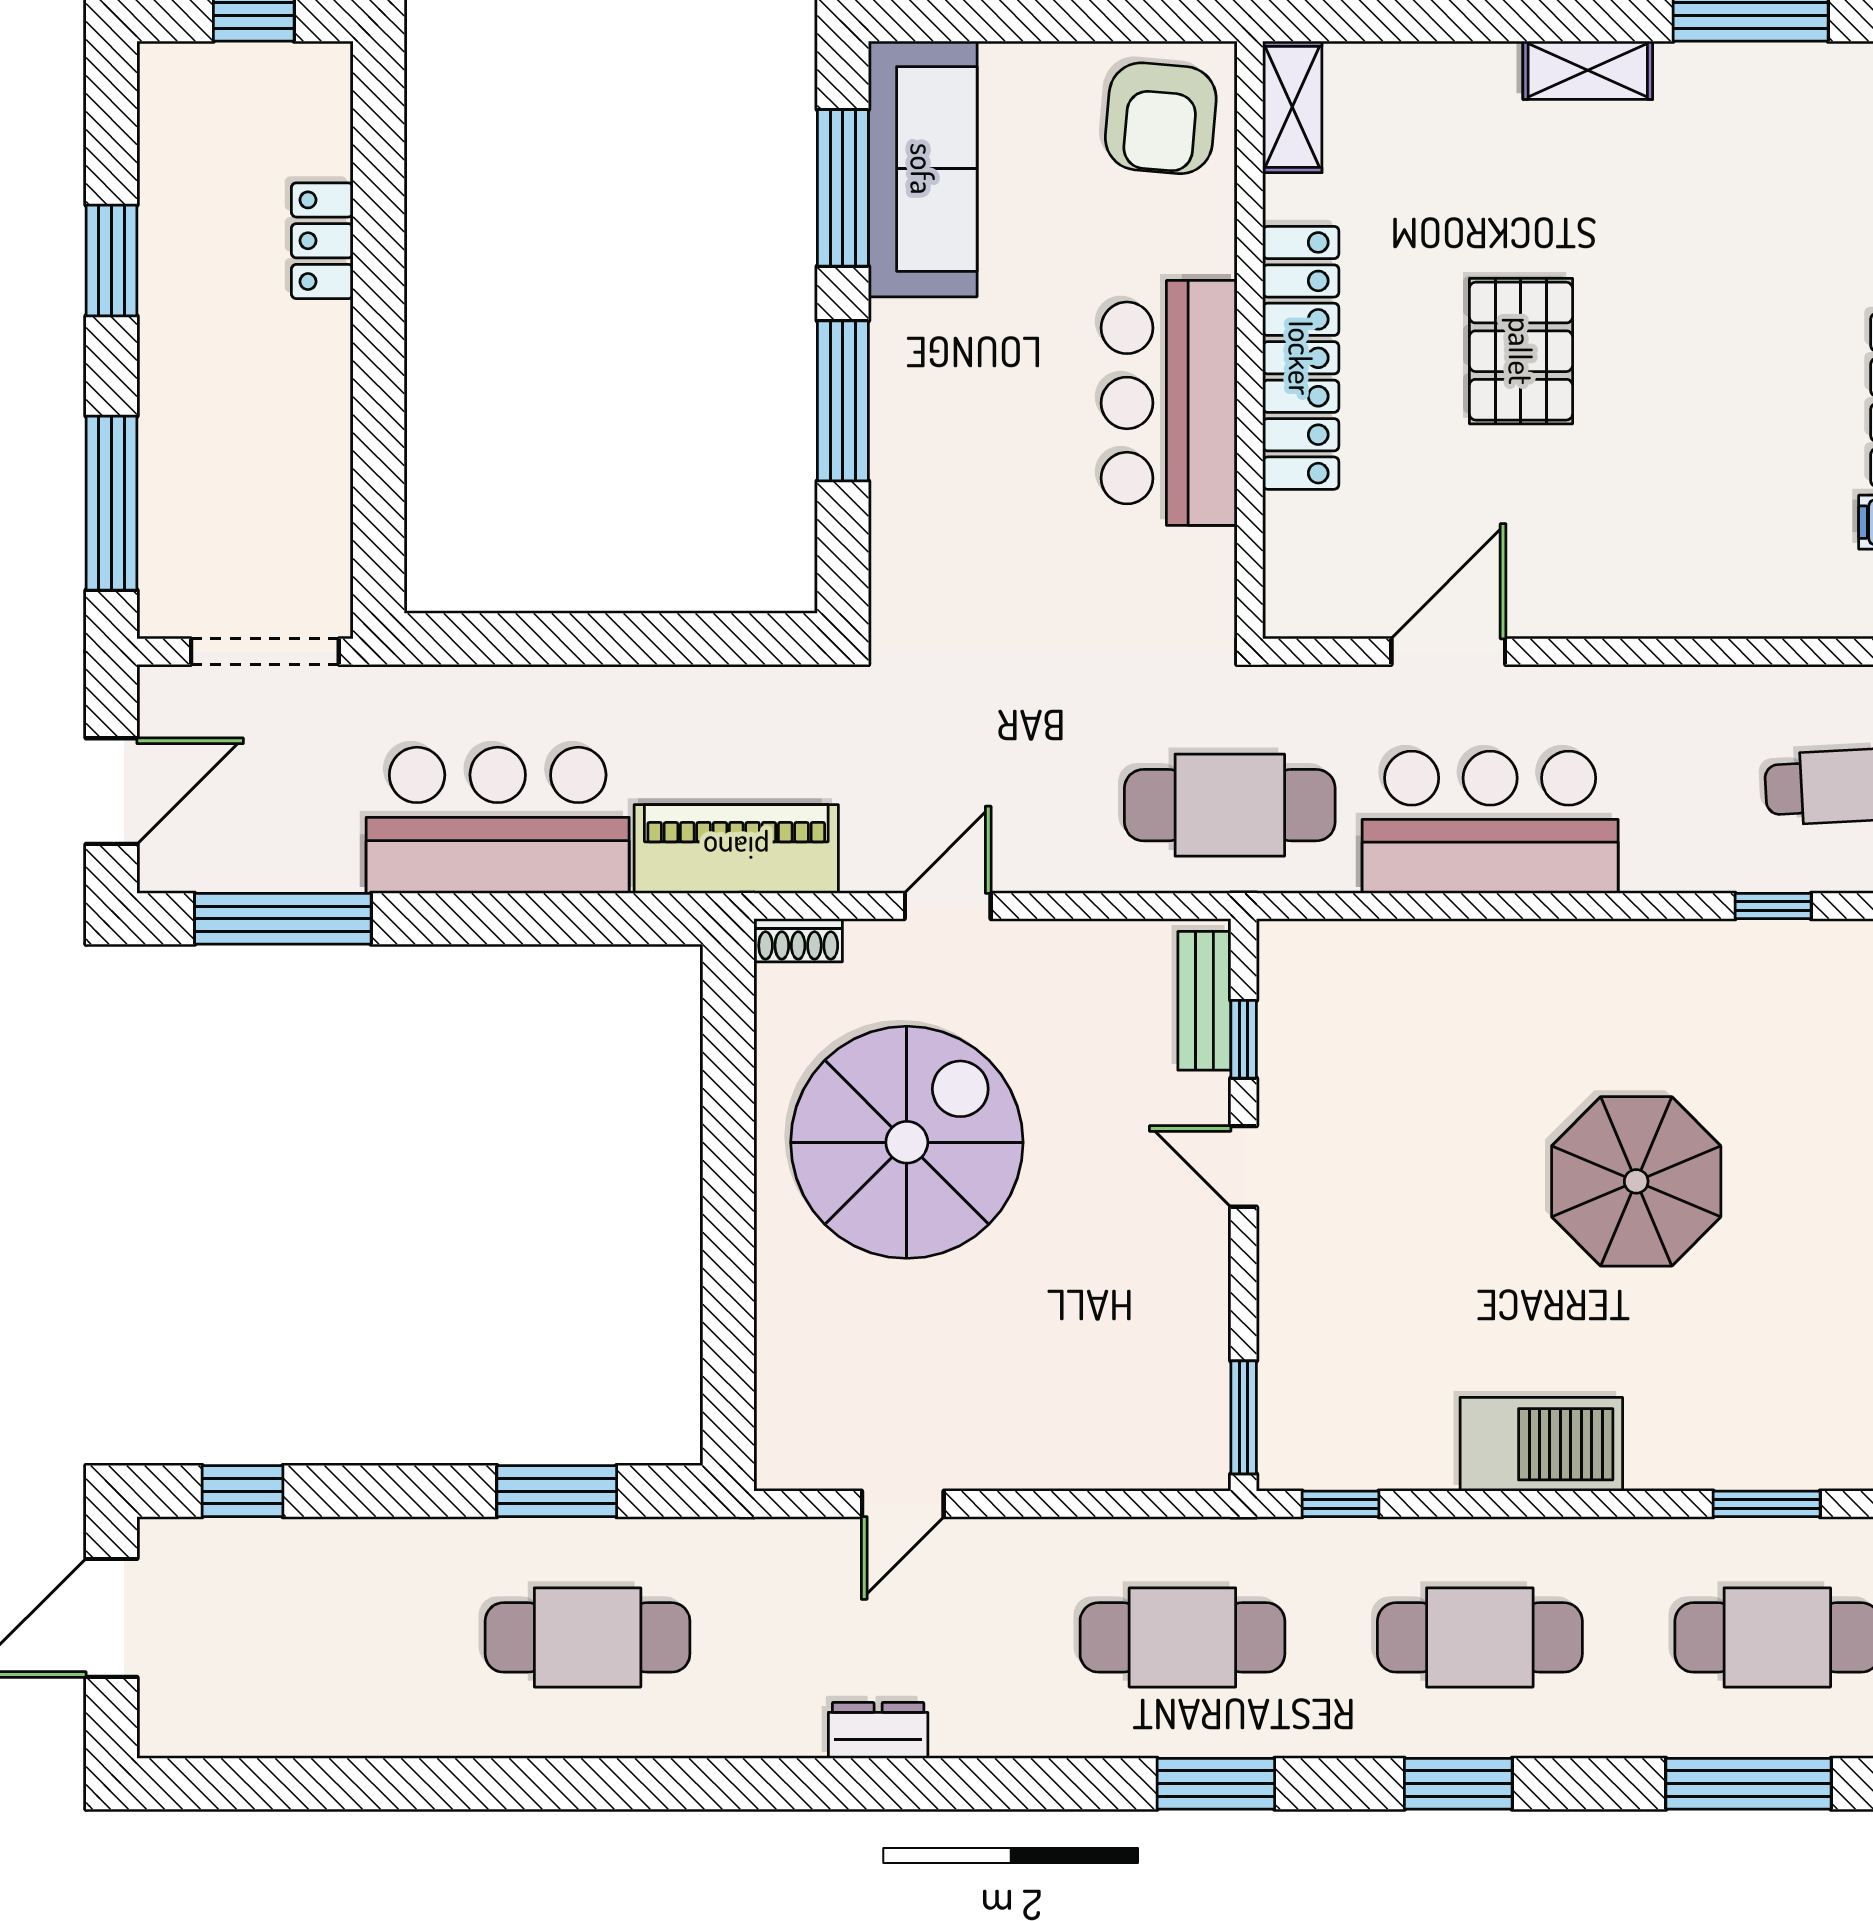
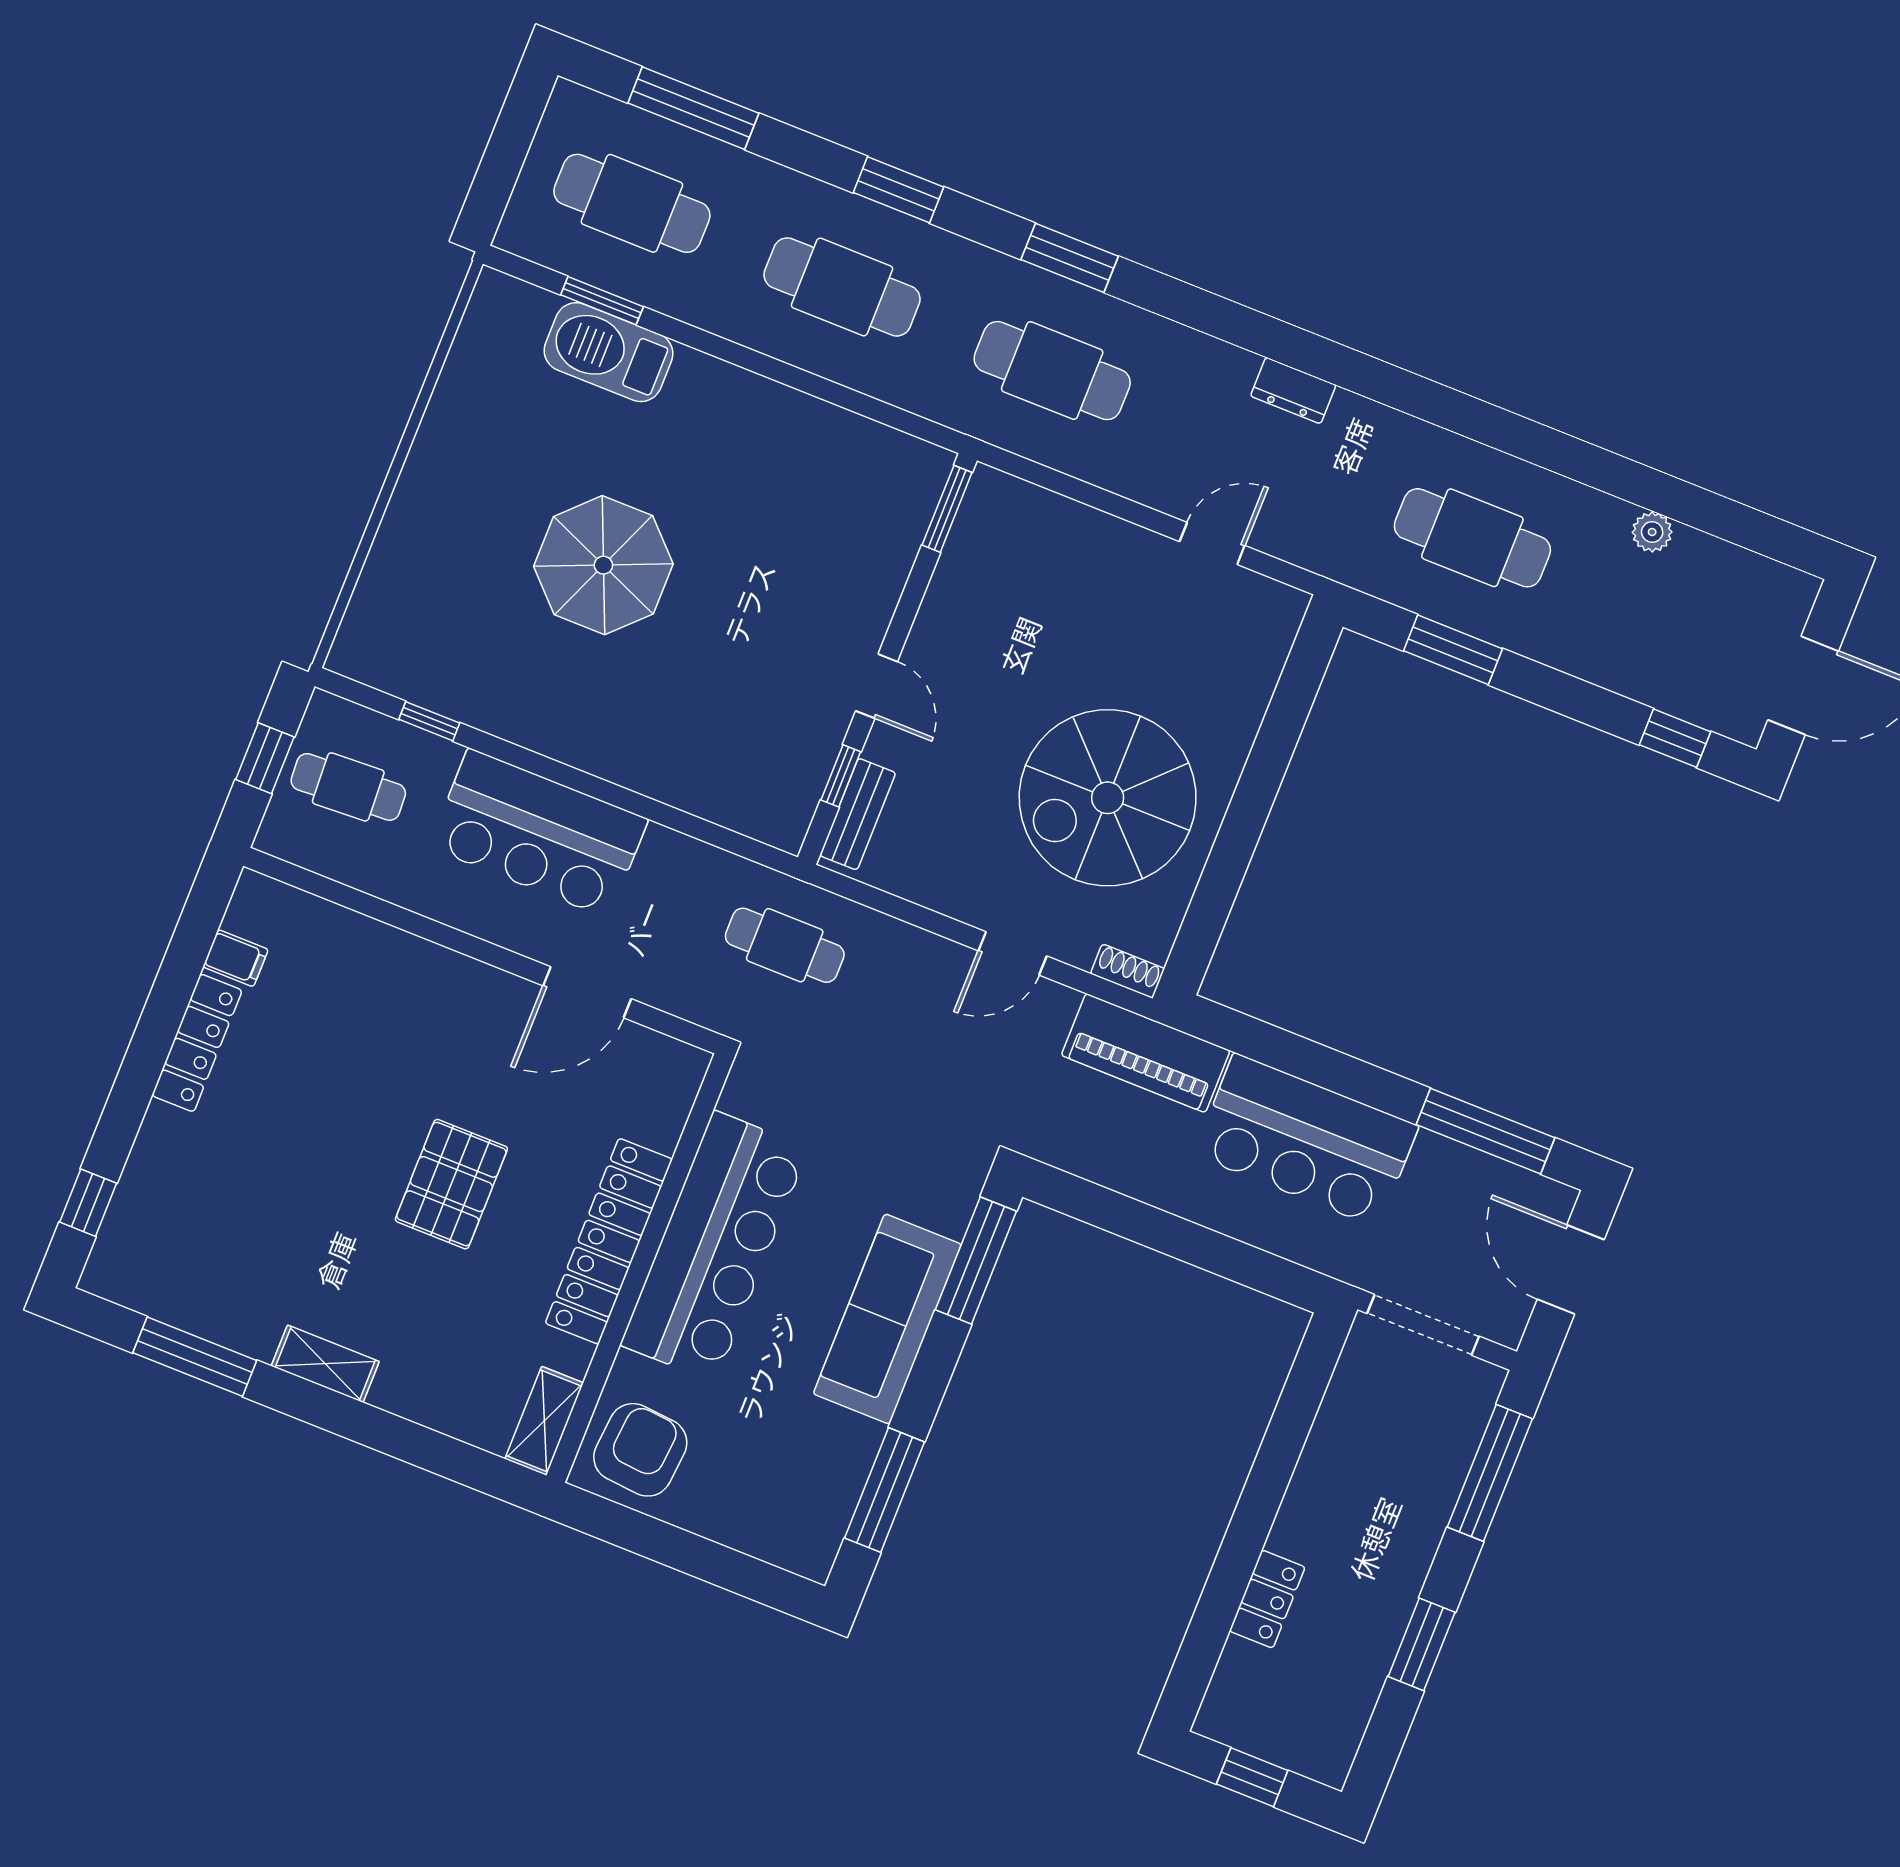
sofa: (923, 169) -> (887, 1319), moved
window: (843, 401) -> (976, 1261), moved
bar counter: (1169, 403) -> (714, 1246), width x1.36
door: (111, 791) -> (1571, 1270), hinge flipped
cafe table: (1230, 805) -> (785, 945), width x0.73, depth x0.74
bar counter: (1490, 822) -> (539, 833), moved
barbecue: (1541, 1444) -> (609, 352), moved
window: (1341, 1504) -> (903, 420), removed
plant: (371, 1732) -> (1652, 532), added

